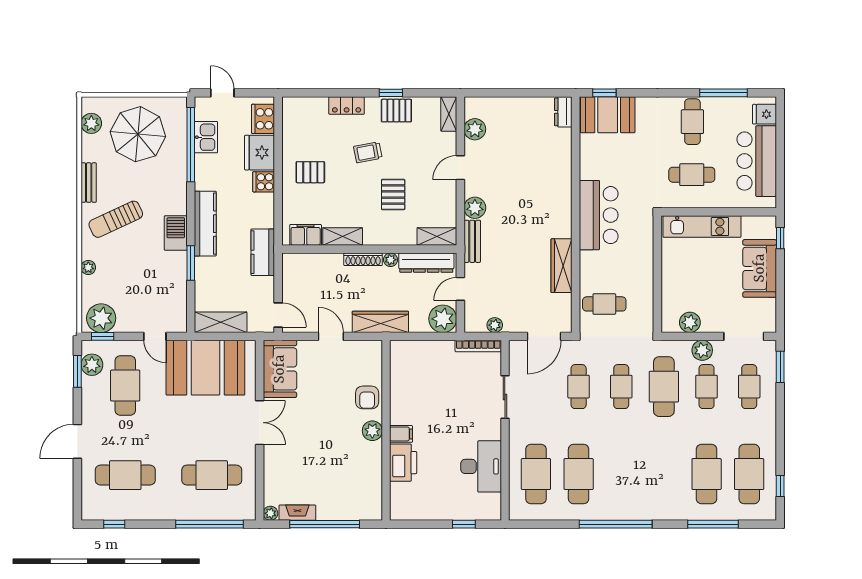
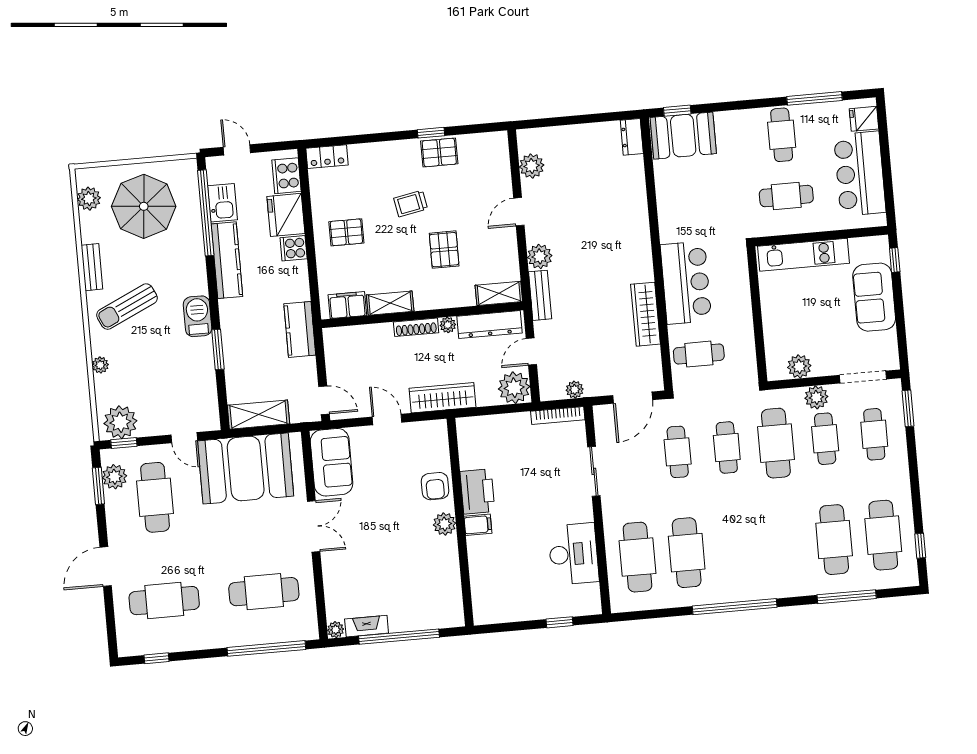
locker: (347, 105) -> (327, 157), moved
shelving: (449, 114) -> (500, 151), removed
bar counter: (599, 215) -> (686, 283), moved
kitchen counter: (205, 224) -> (227, 260), moved
printer: (403, 463) -> (477, 492), moved

